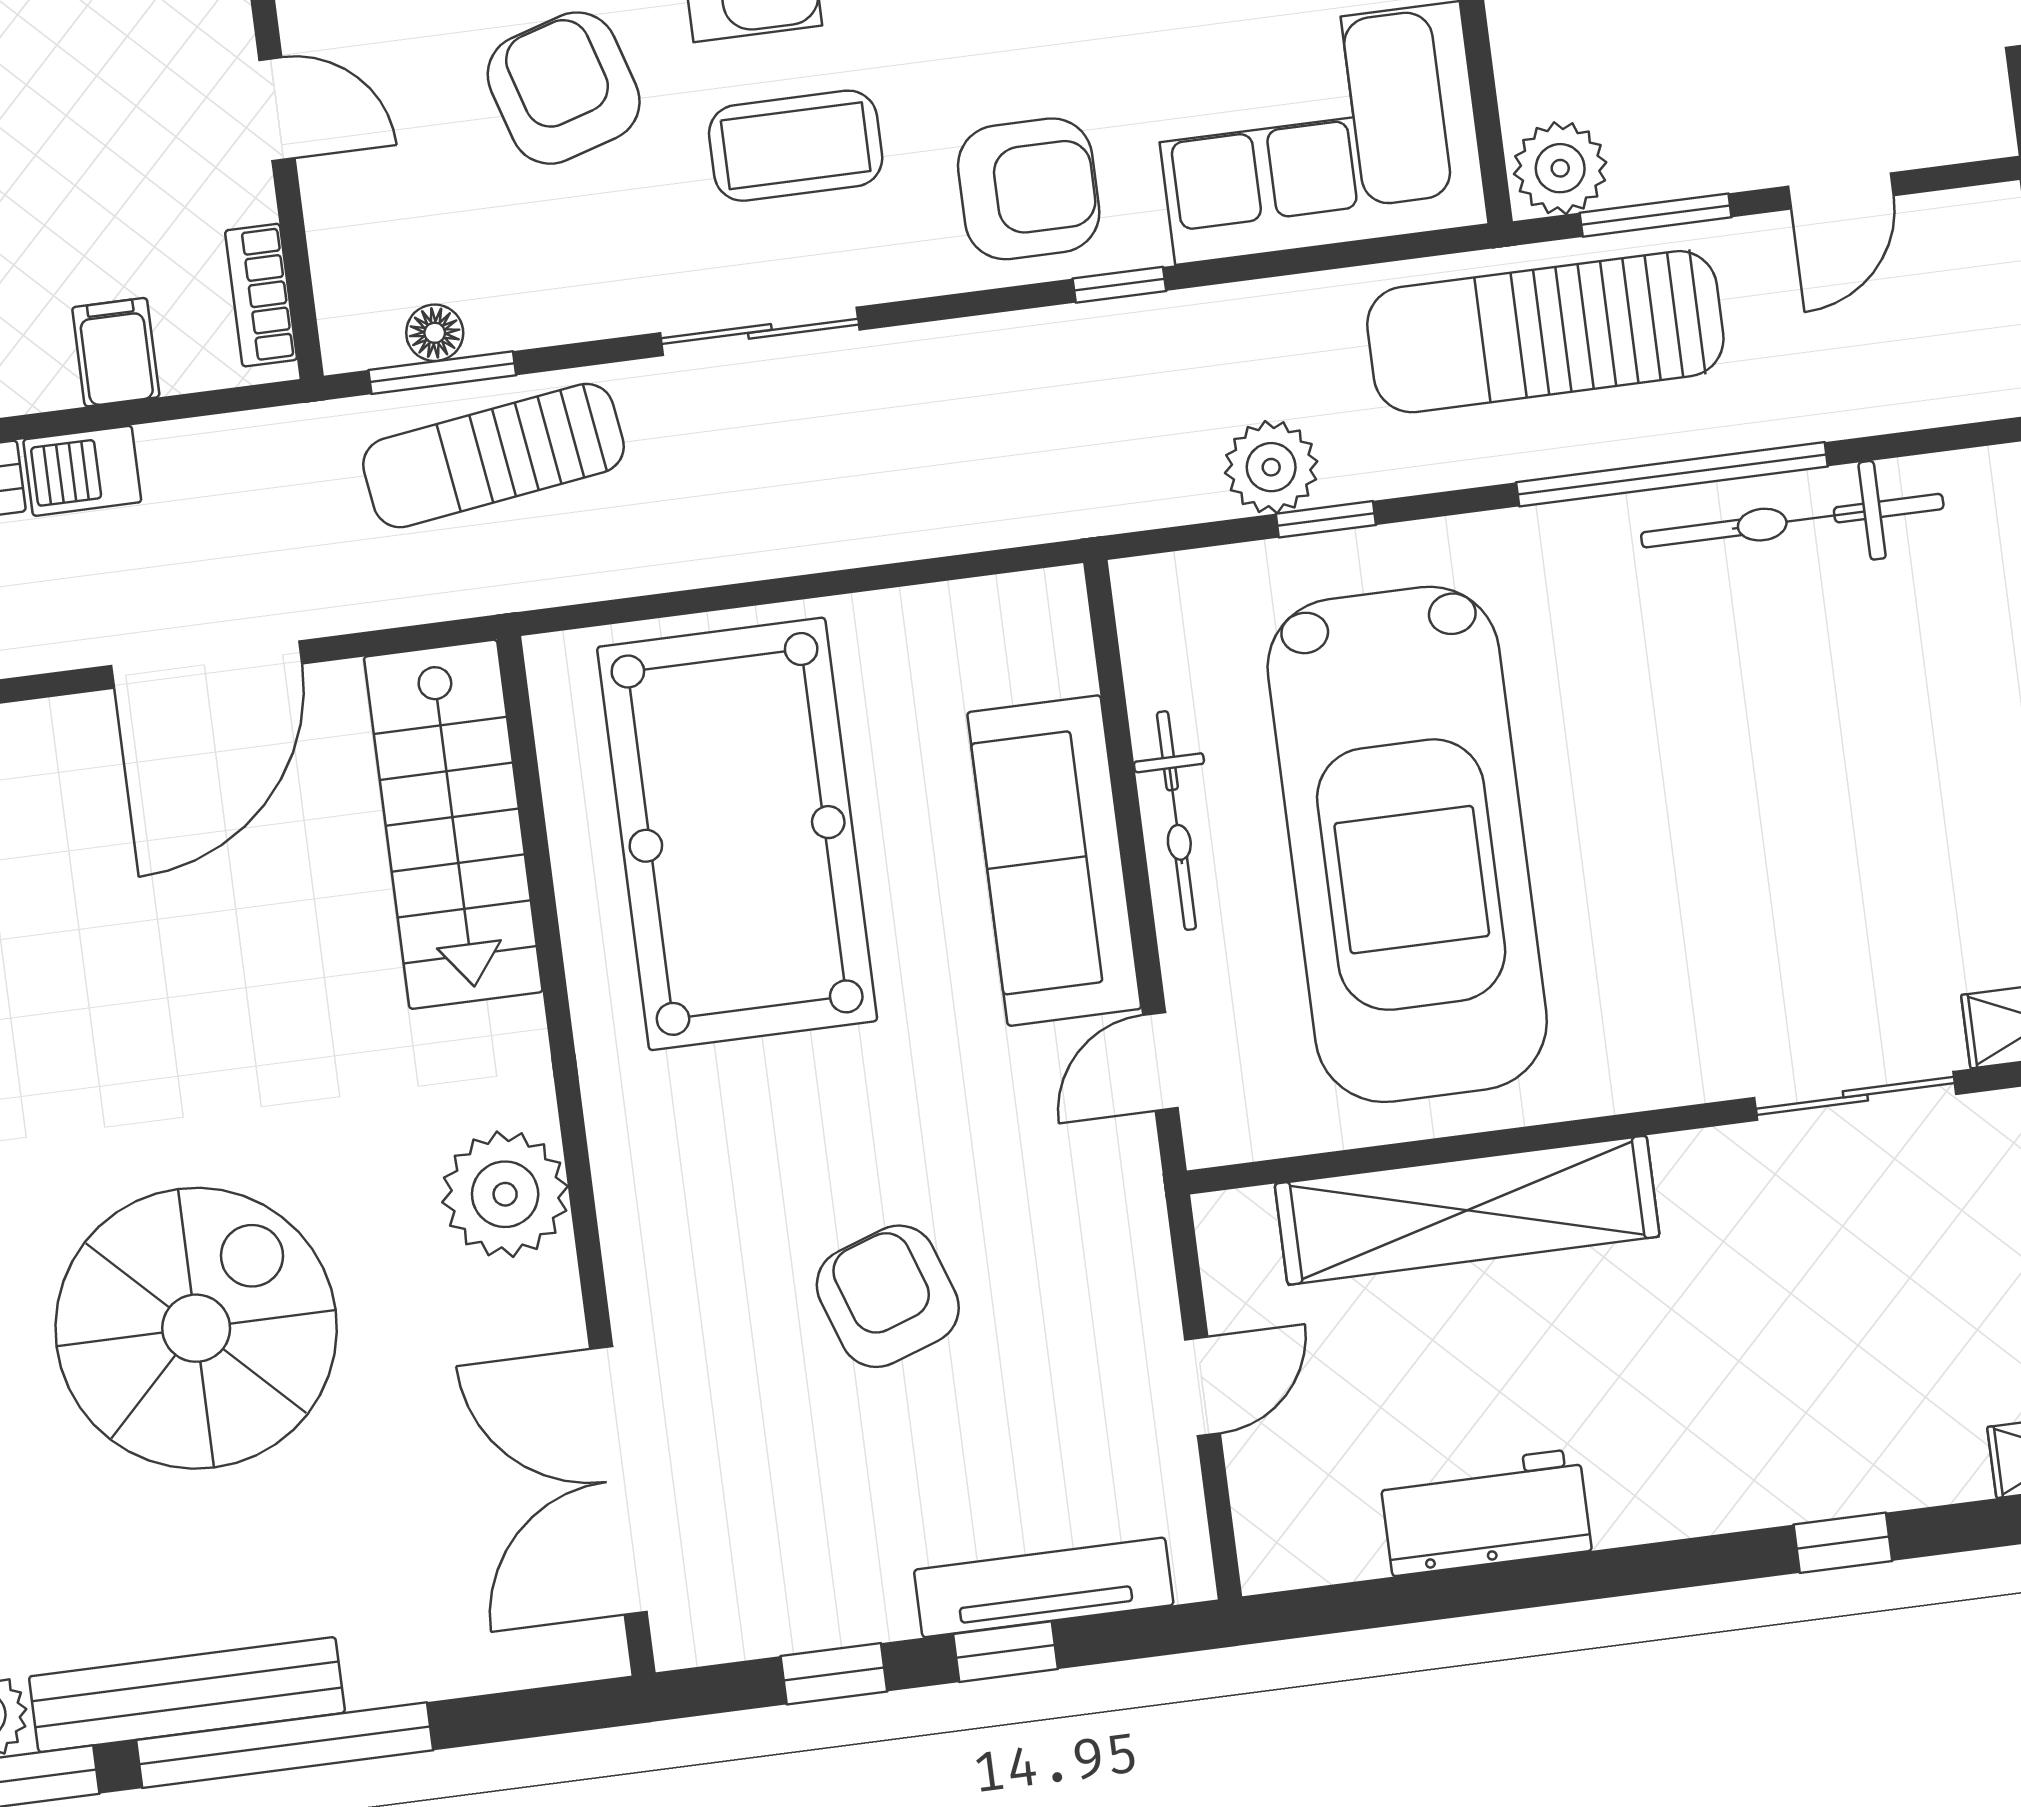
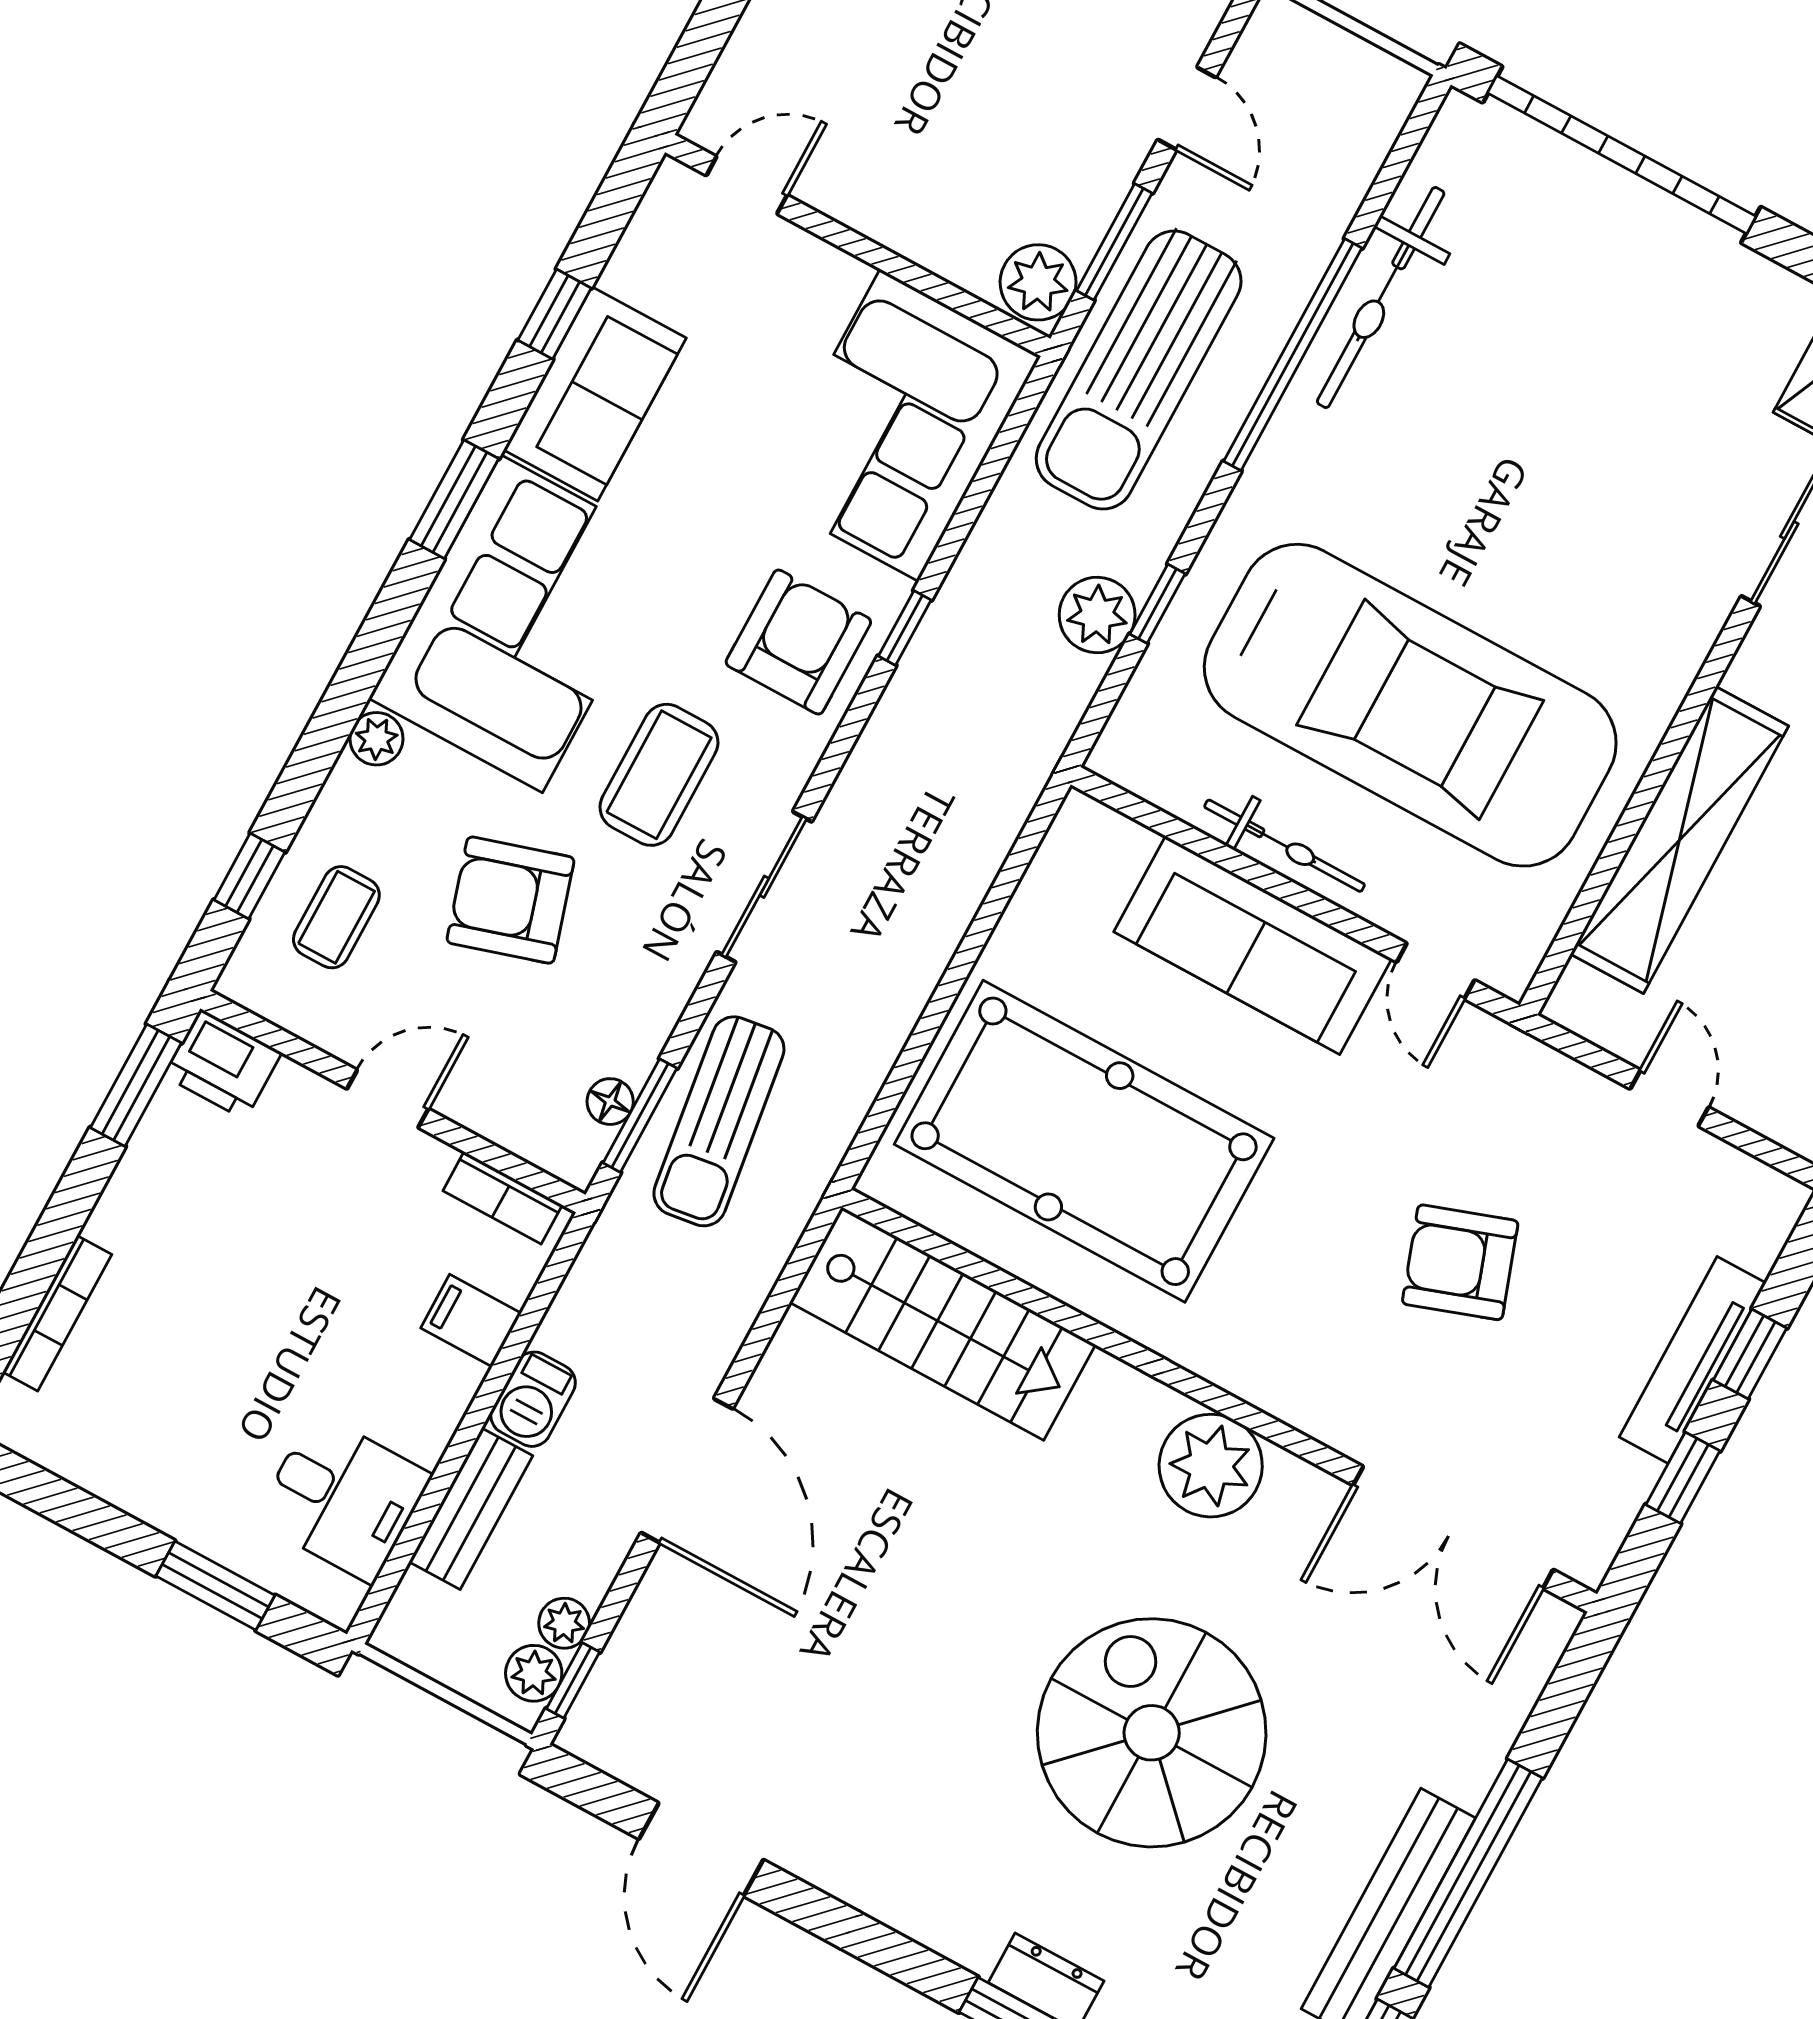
door: (207, 665) -> (687, 1471), moved
tv unit: (1044, 1587) -> (1693, 1360), moved

